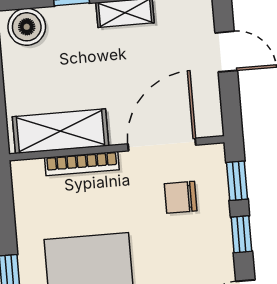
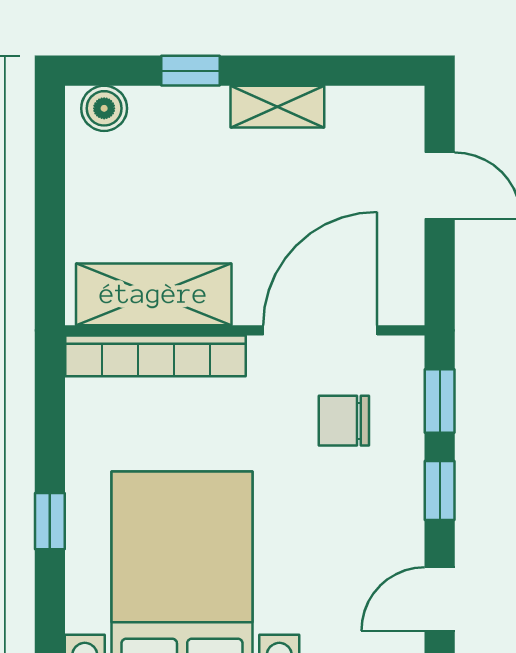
boiler: (27, 27) -> (104, 108), width x0.73, depth x0.73
bookcase: (82, 164) -> (156, 356), width x1.48, depth x1.31

